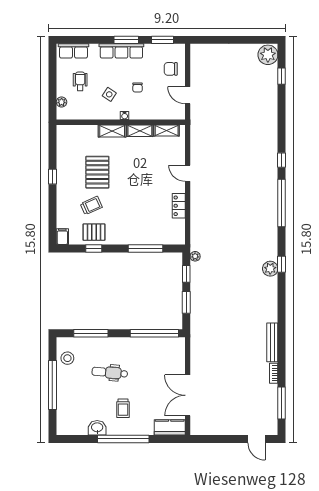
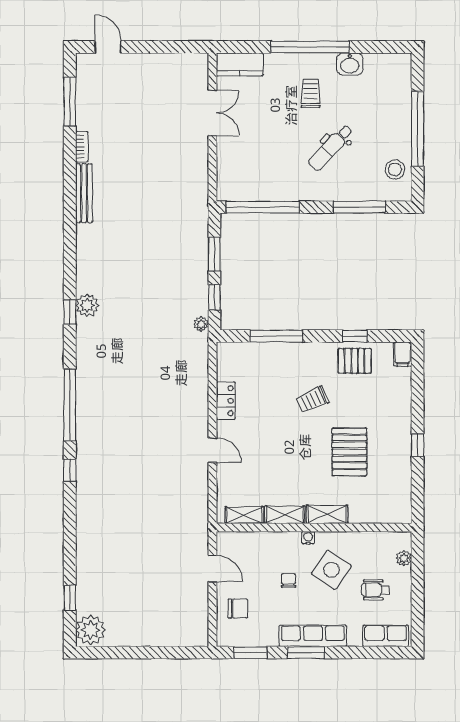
wheelchair: (80, 81) -> (376, 590), turned 90
side table: (109, 94) -> (331, 570), width x1.87, depth x1.87
trolley: (91, 206) -> (313, 400), moved
dental chair: (110, 373) -> (331, 148), turned 128
double door: (188, 395) -> (212, 113), width x0.73

